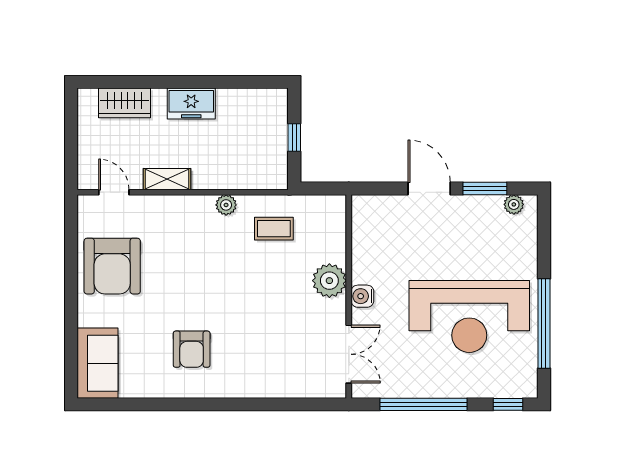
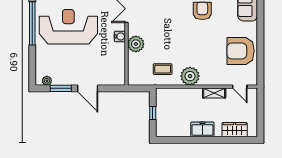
plant: (226, 205) -> (190, 76), width x1.87, depth x1.87
armchair: (112, 266) -> (241, 51), turned -90

